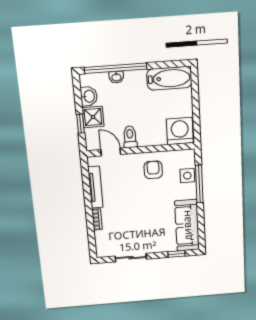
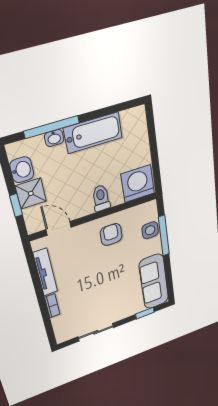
window: (116, 68) -> (52, 127), width x0.68
bathtub: (169, 78) -> (93, 133), moved
toilet: (130, 137) -> (101, 198), moved

